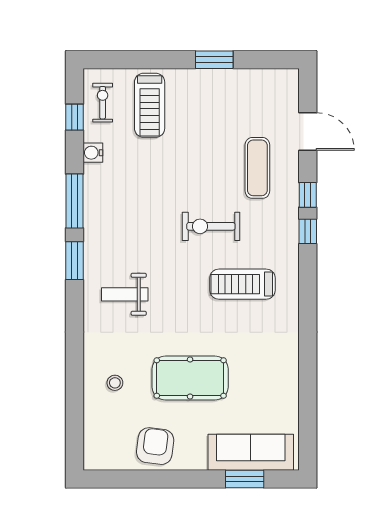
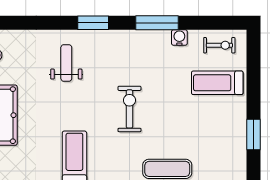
window: (74, 117) -> (208, 23), removed
window: (74, 201) -> (157, 23), moved
exercise bike: (211, 226) -> (129, 109), moved

